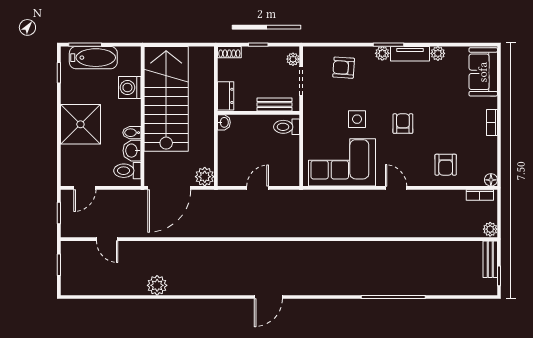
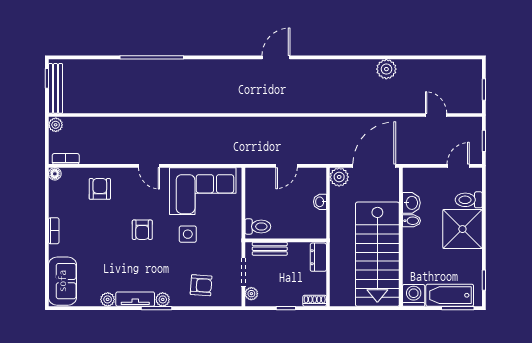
washing machine: (130, 88) -> (414, 295), moved, turned -90
washbasin: (224, 122) -> (320, 202), moved
toilet: (127, 171) -> (469, 200), moved, turned 180
bench: (490, 259) -> (56, 88), width x1.36

